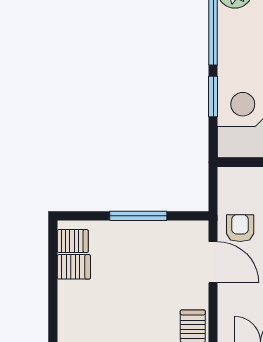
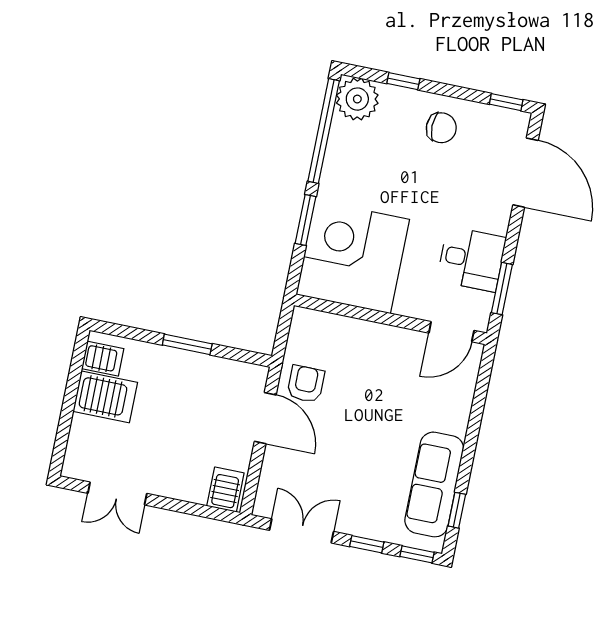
window: (138, 216) -> (187, 344), width x0.69
server rack: (74, 267) -> (105, 397), width x1.36, depth x1.44

